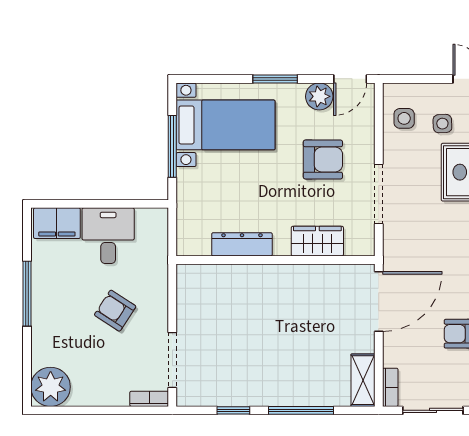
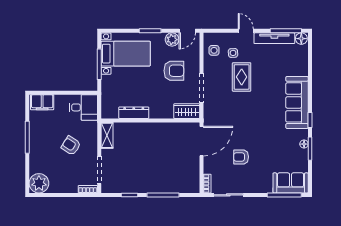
desk: (108, 236) -> (84, 107), moved, turned 90
wardrobe: (317, 241) -> (187, 111), moved
shelving: (363, 380) -> (107, 135), moved

